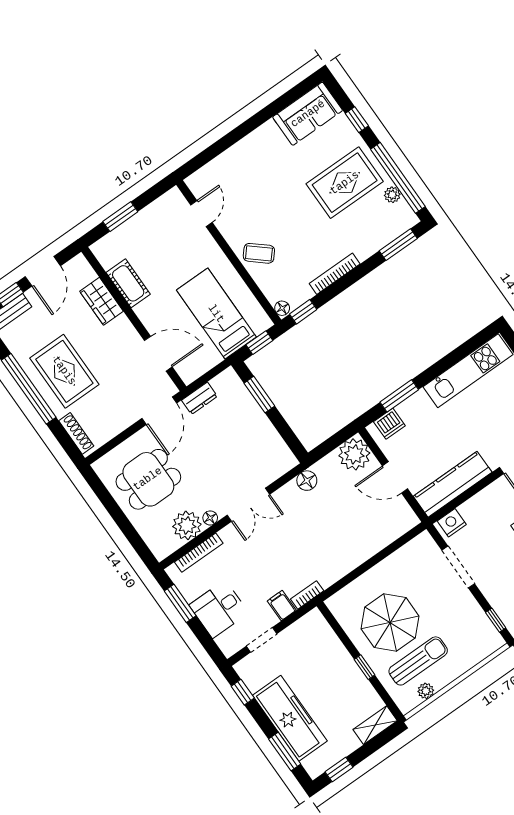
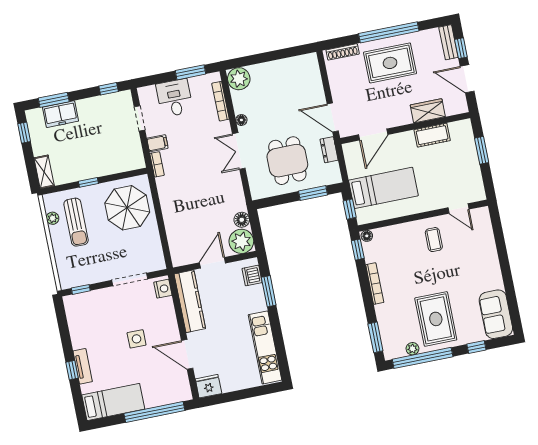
coffee table: (259, 253) -> (434, 240), moved, turned -41
dining table: (148, 479) -> (287, 161), moved
floor lamp: (307, 481) -> (242, 220), moved
plant: (187, 525) -> (239, 79), moved
parasol: (390, 623) -> (127, 208), moved
freezer: (290, 718) -> (60, 114), width x0.52, depth x0.79

